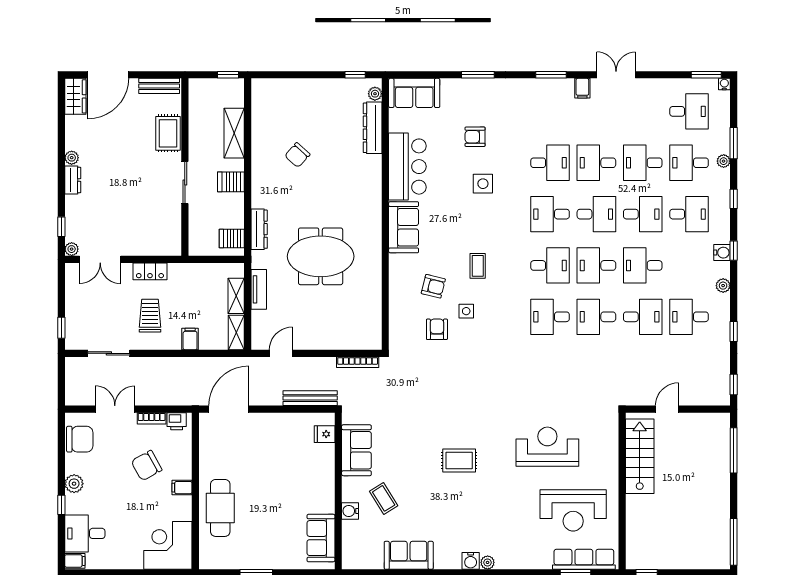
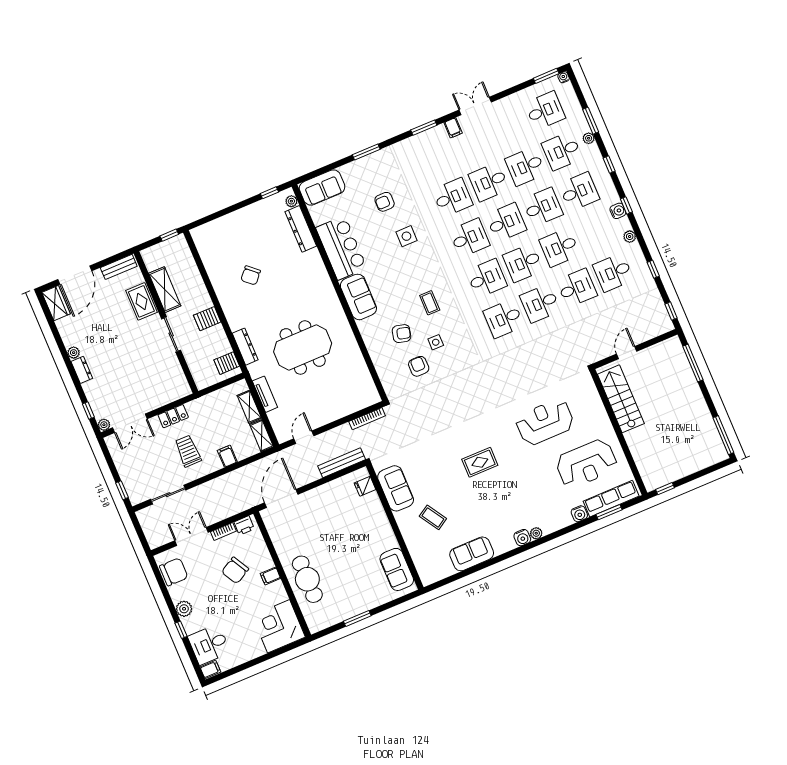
shelving: (234, 133) -> (165, 290), moved
desk: (550, 214) -> (469, 238), turned 180
water cooler: (350, 511) -> (579, 514), moved, turned -90

